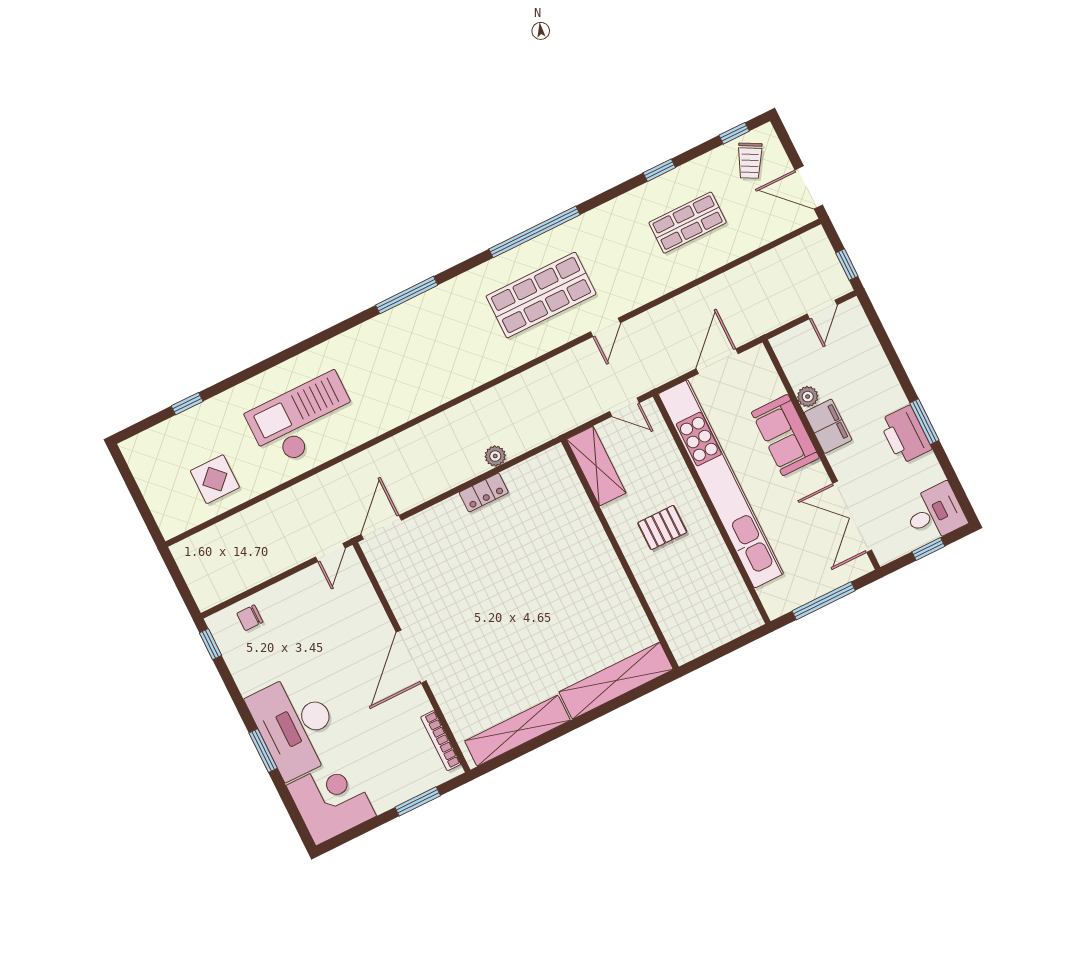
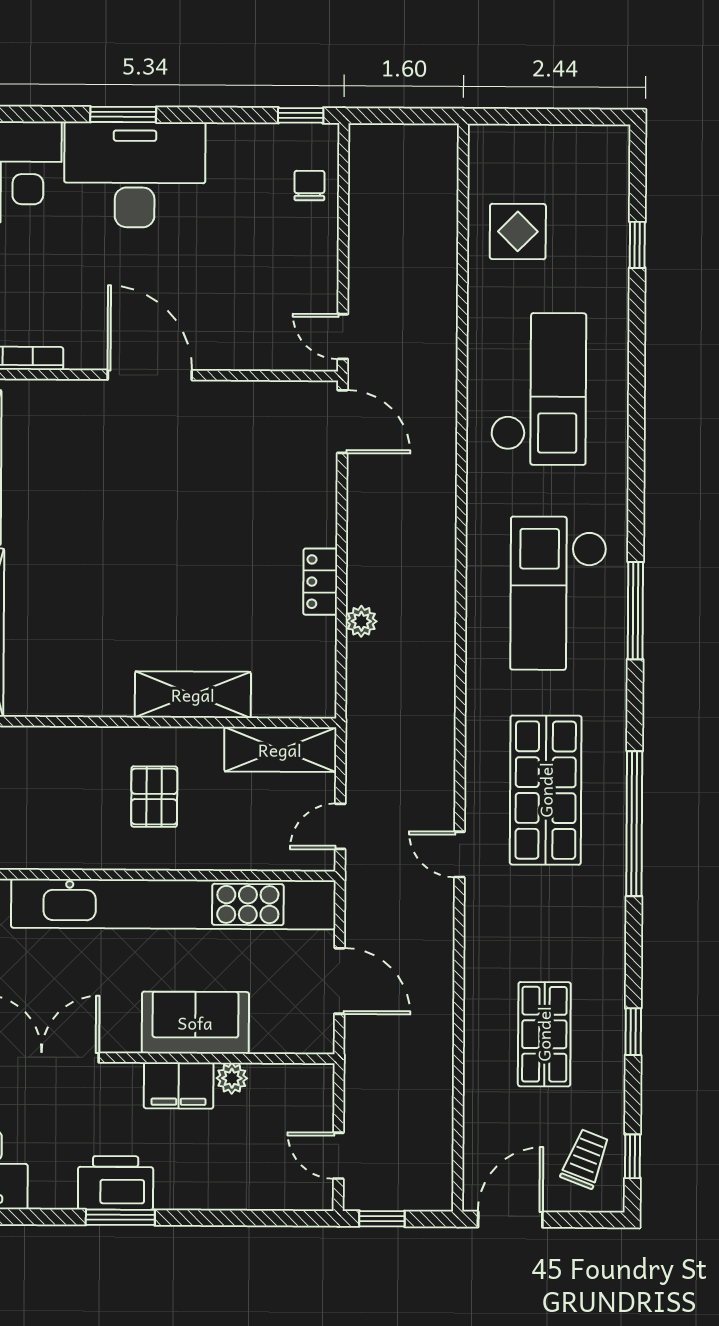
trolley: (750, 161) -> (585, 1159), turned 83
checkout: (419, 346) -> (558, 593), added
shelving: (590, 535) -> (193, 695), added

